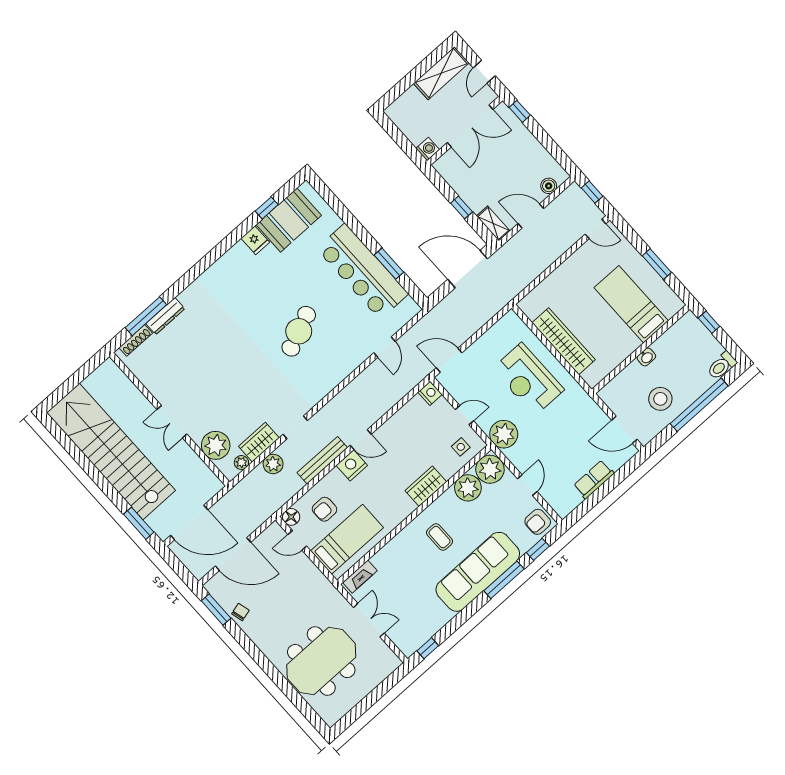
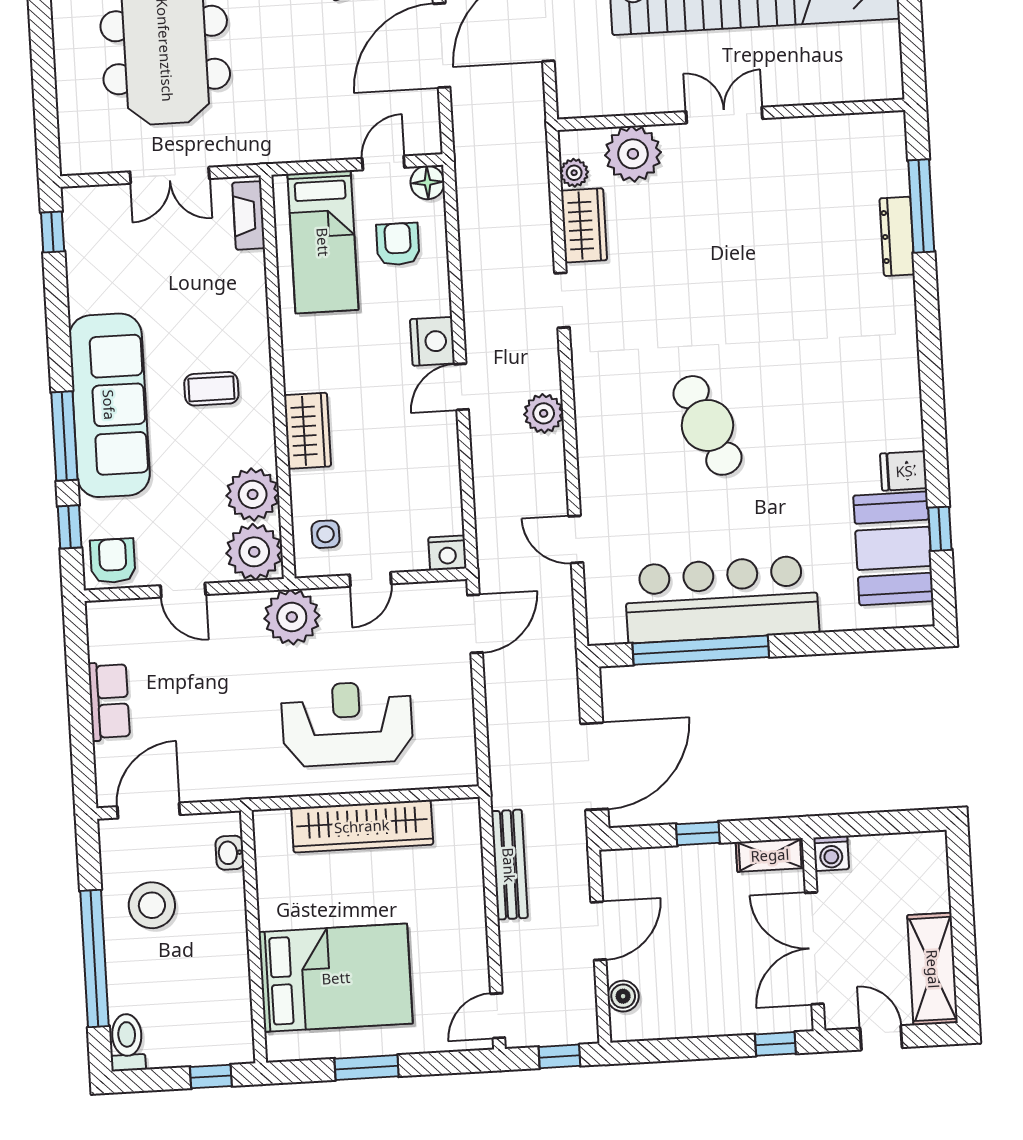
shelving: (493, 224) -> (770, 855), moved
window: (389, 264) -> (701, 650), width x2.11
bed: (631, 304) -> (336, 978), width x1.50
shoe rack: (136, 340) -> (896, 160), removed
washbasin: (646, 357) -> (230, 853), moved
bench: (322, 460) -> (509, 865), moved
plant: (273, 464) -> (544, 413), moved

